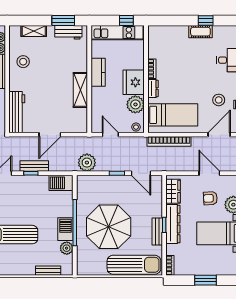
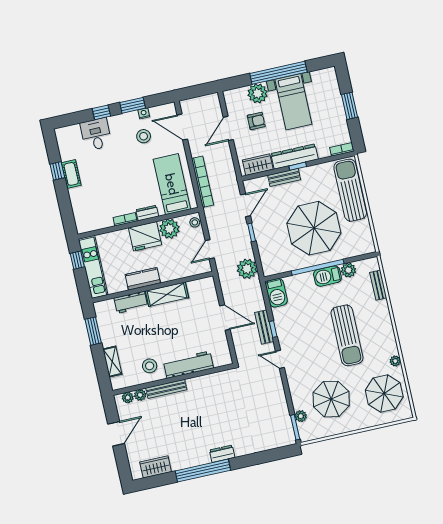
workbench: (68, 32) -> (131, 302), moved, turned 90
workbench: (17, 112) -> (188, 365), moved
armchair: (210, 198) -> (256, 121), turned -87
bench: (157, 231) -> (284, 177), moved

